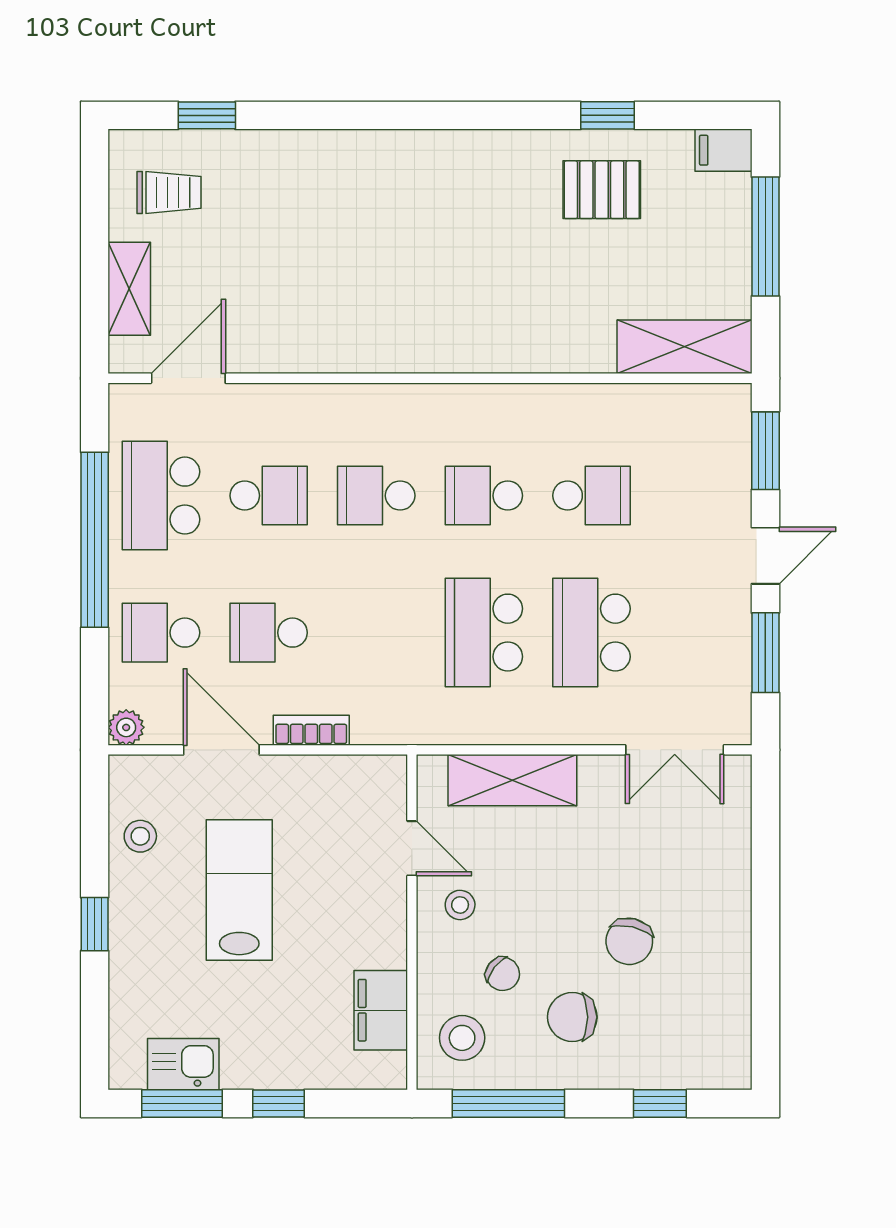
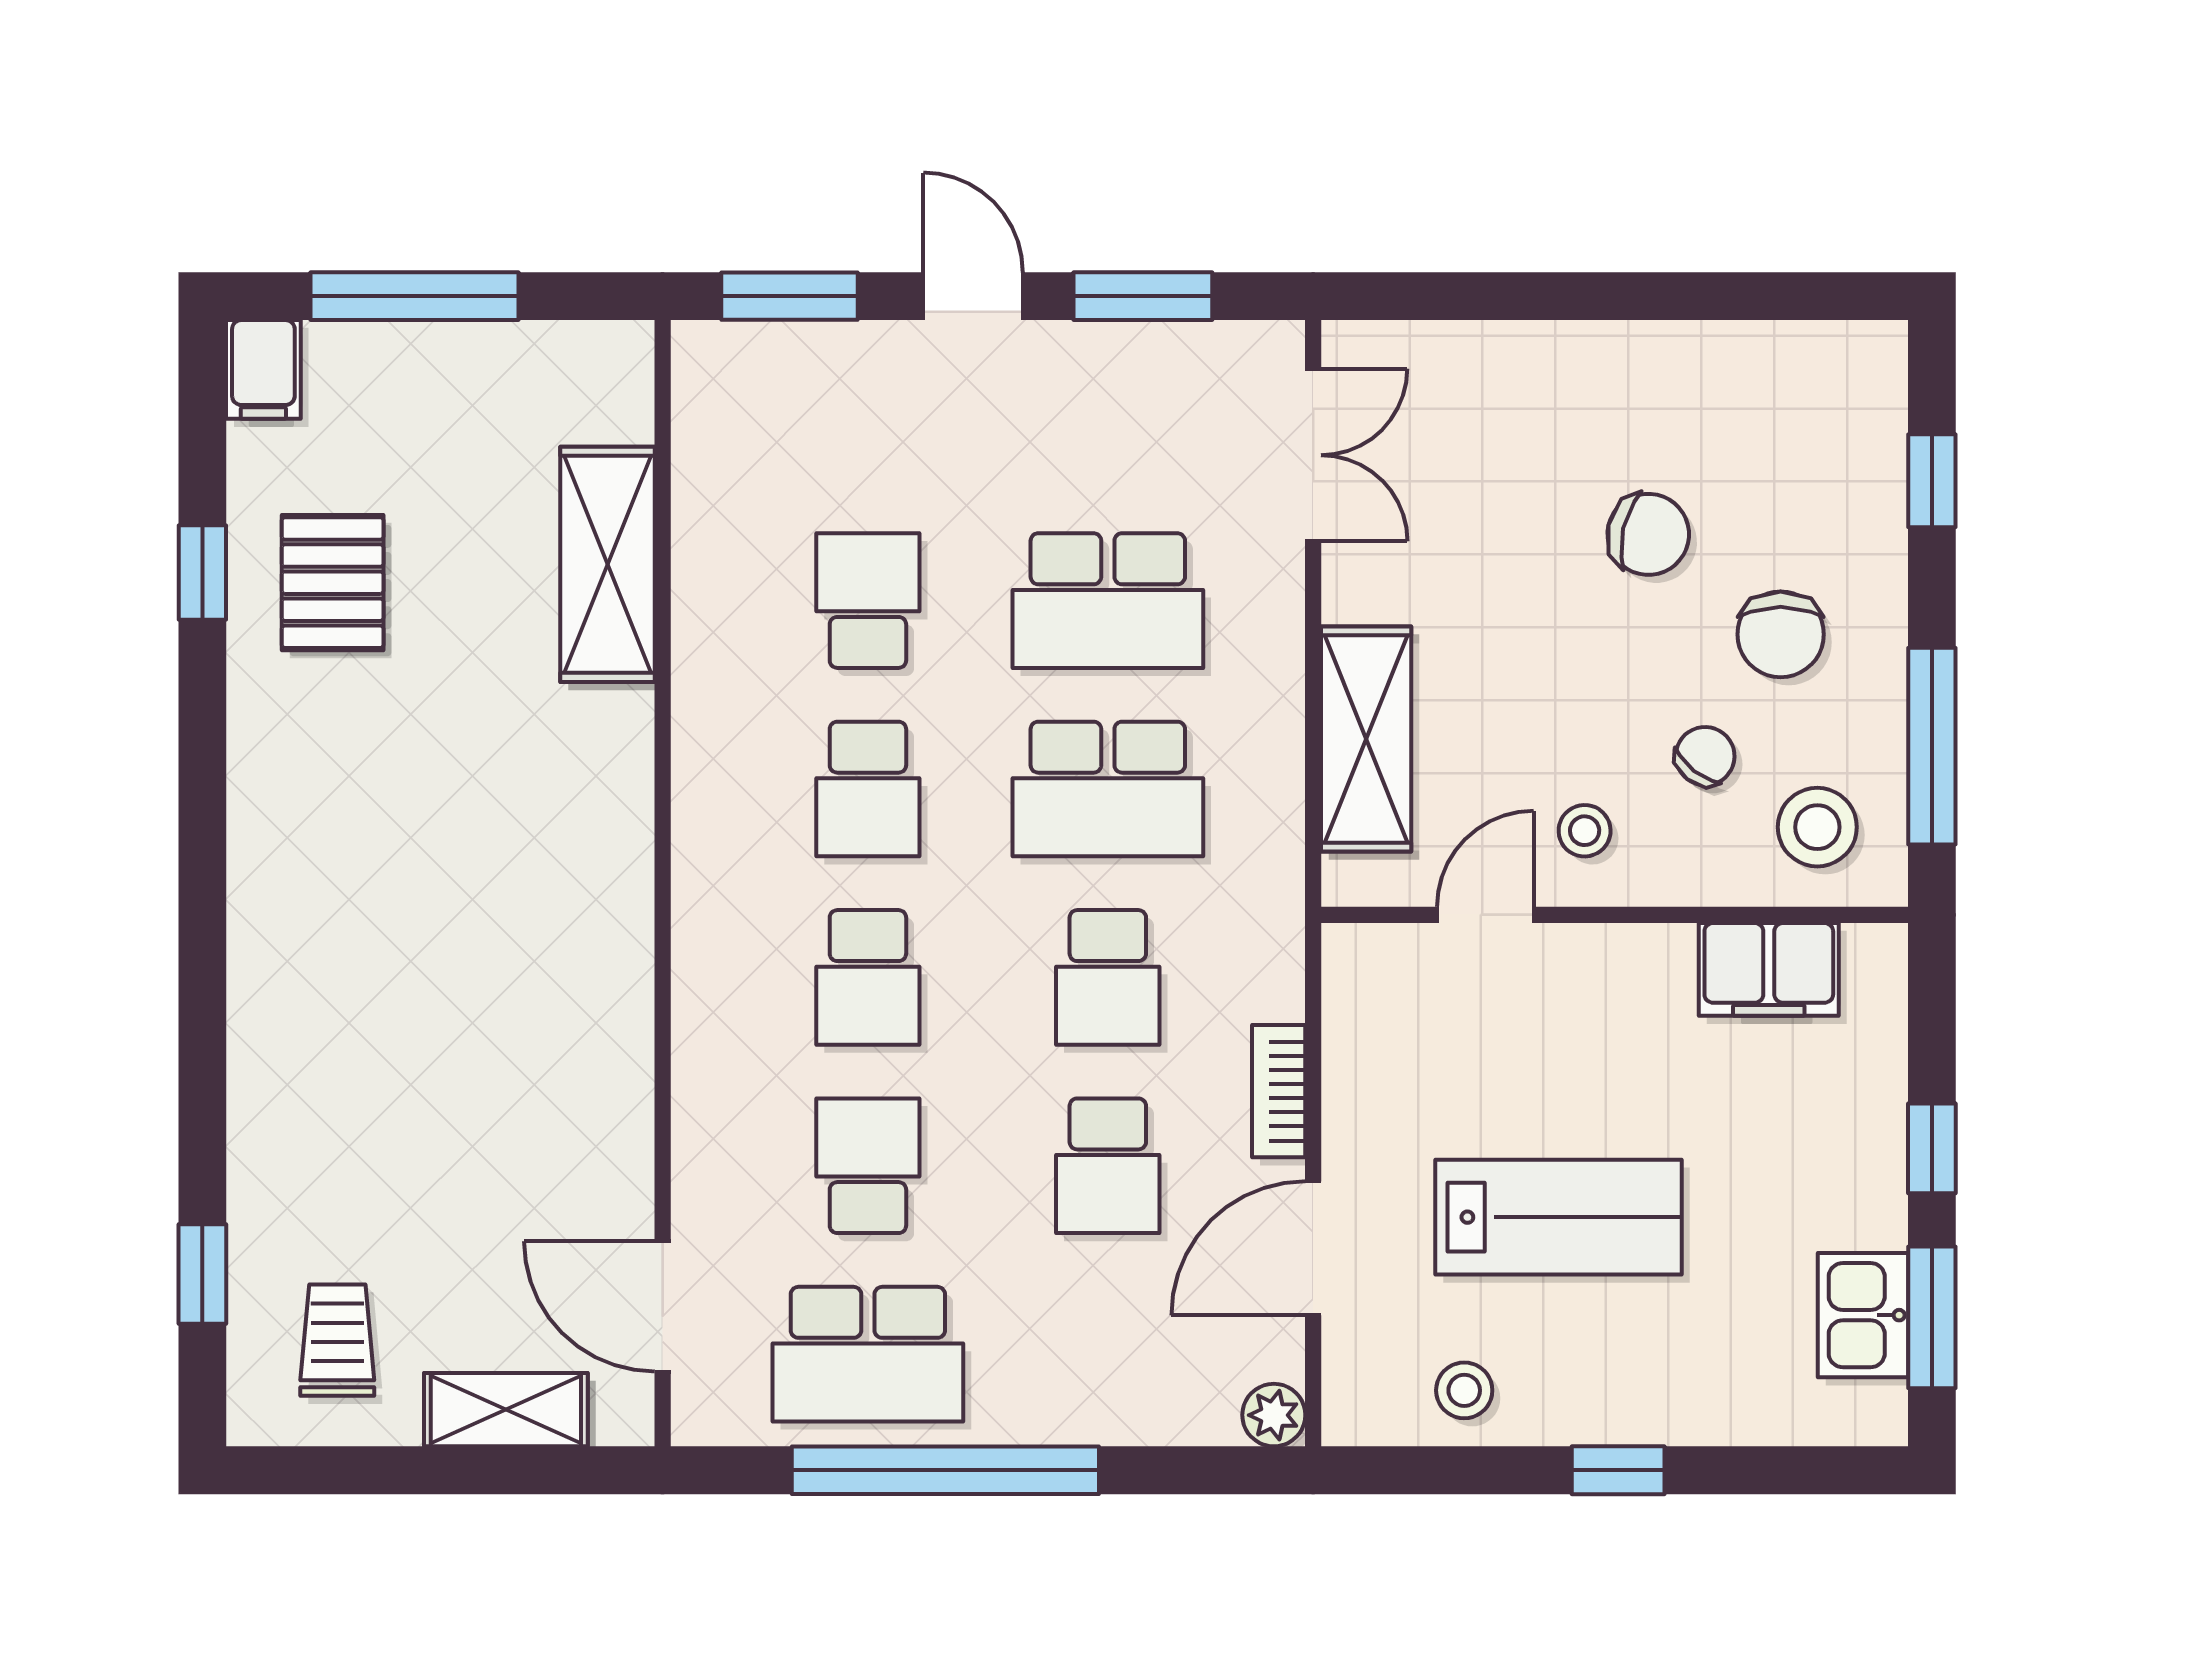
shelving: (685, 347) -> (608, 564), moved
school desk: (161, 633) -> (1108, 977), moved
lab bench: (239, 890) -> (1558, 1217), turned 180

